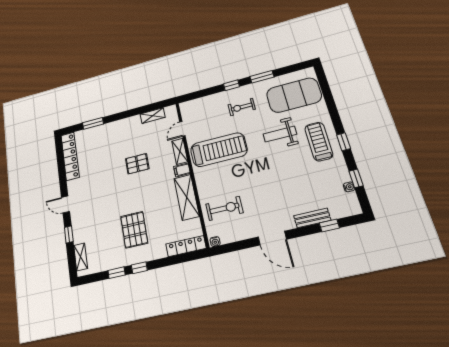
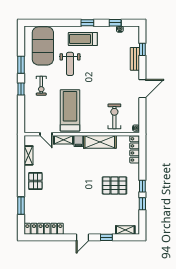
pallet: (137, 164) -> (35, 181), moved

